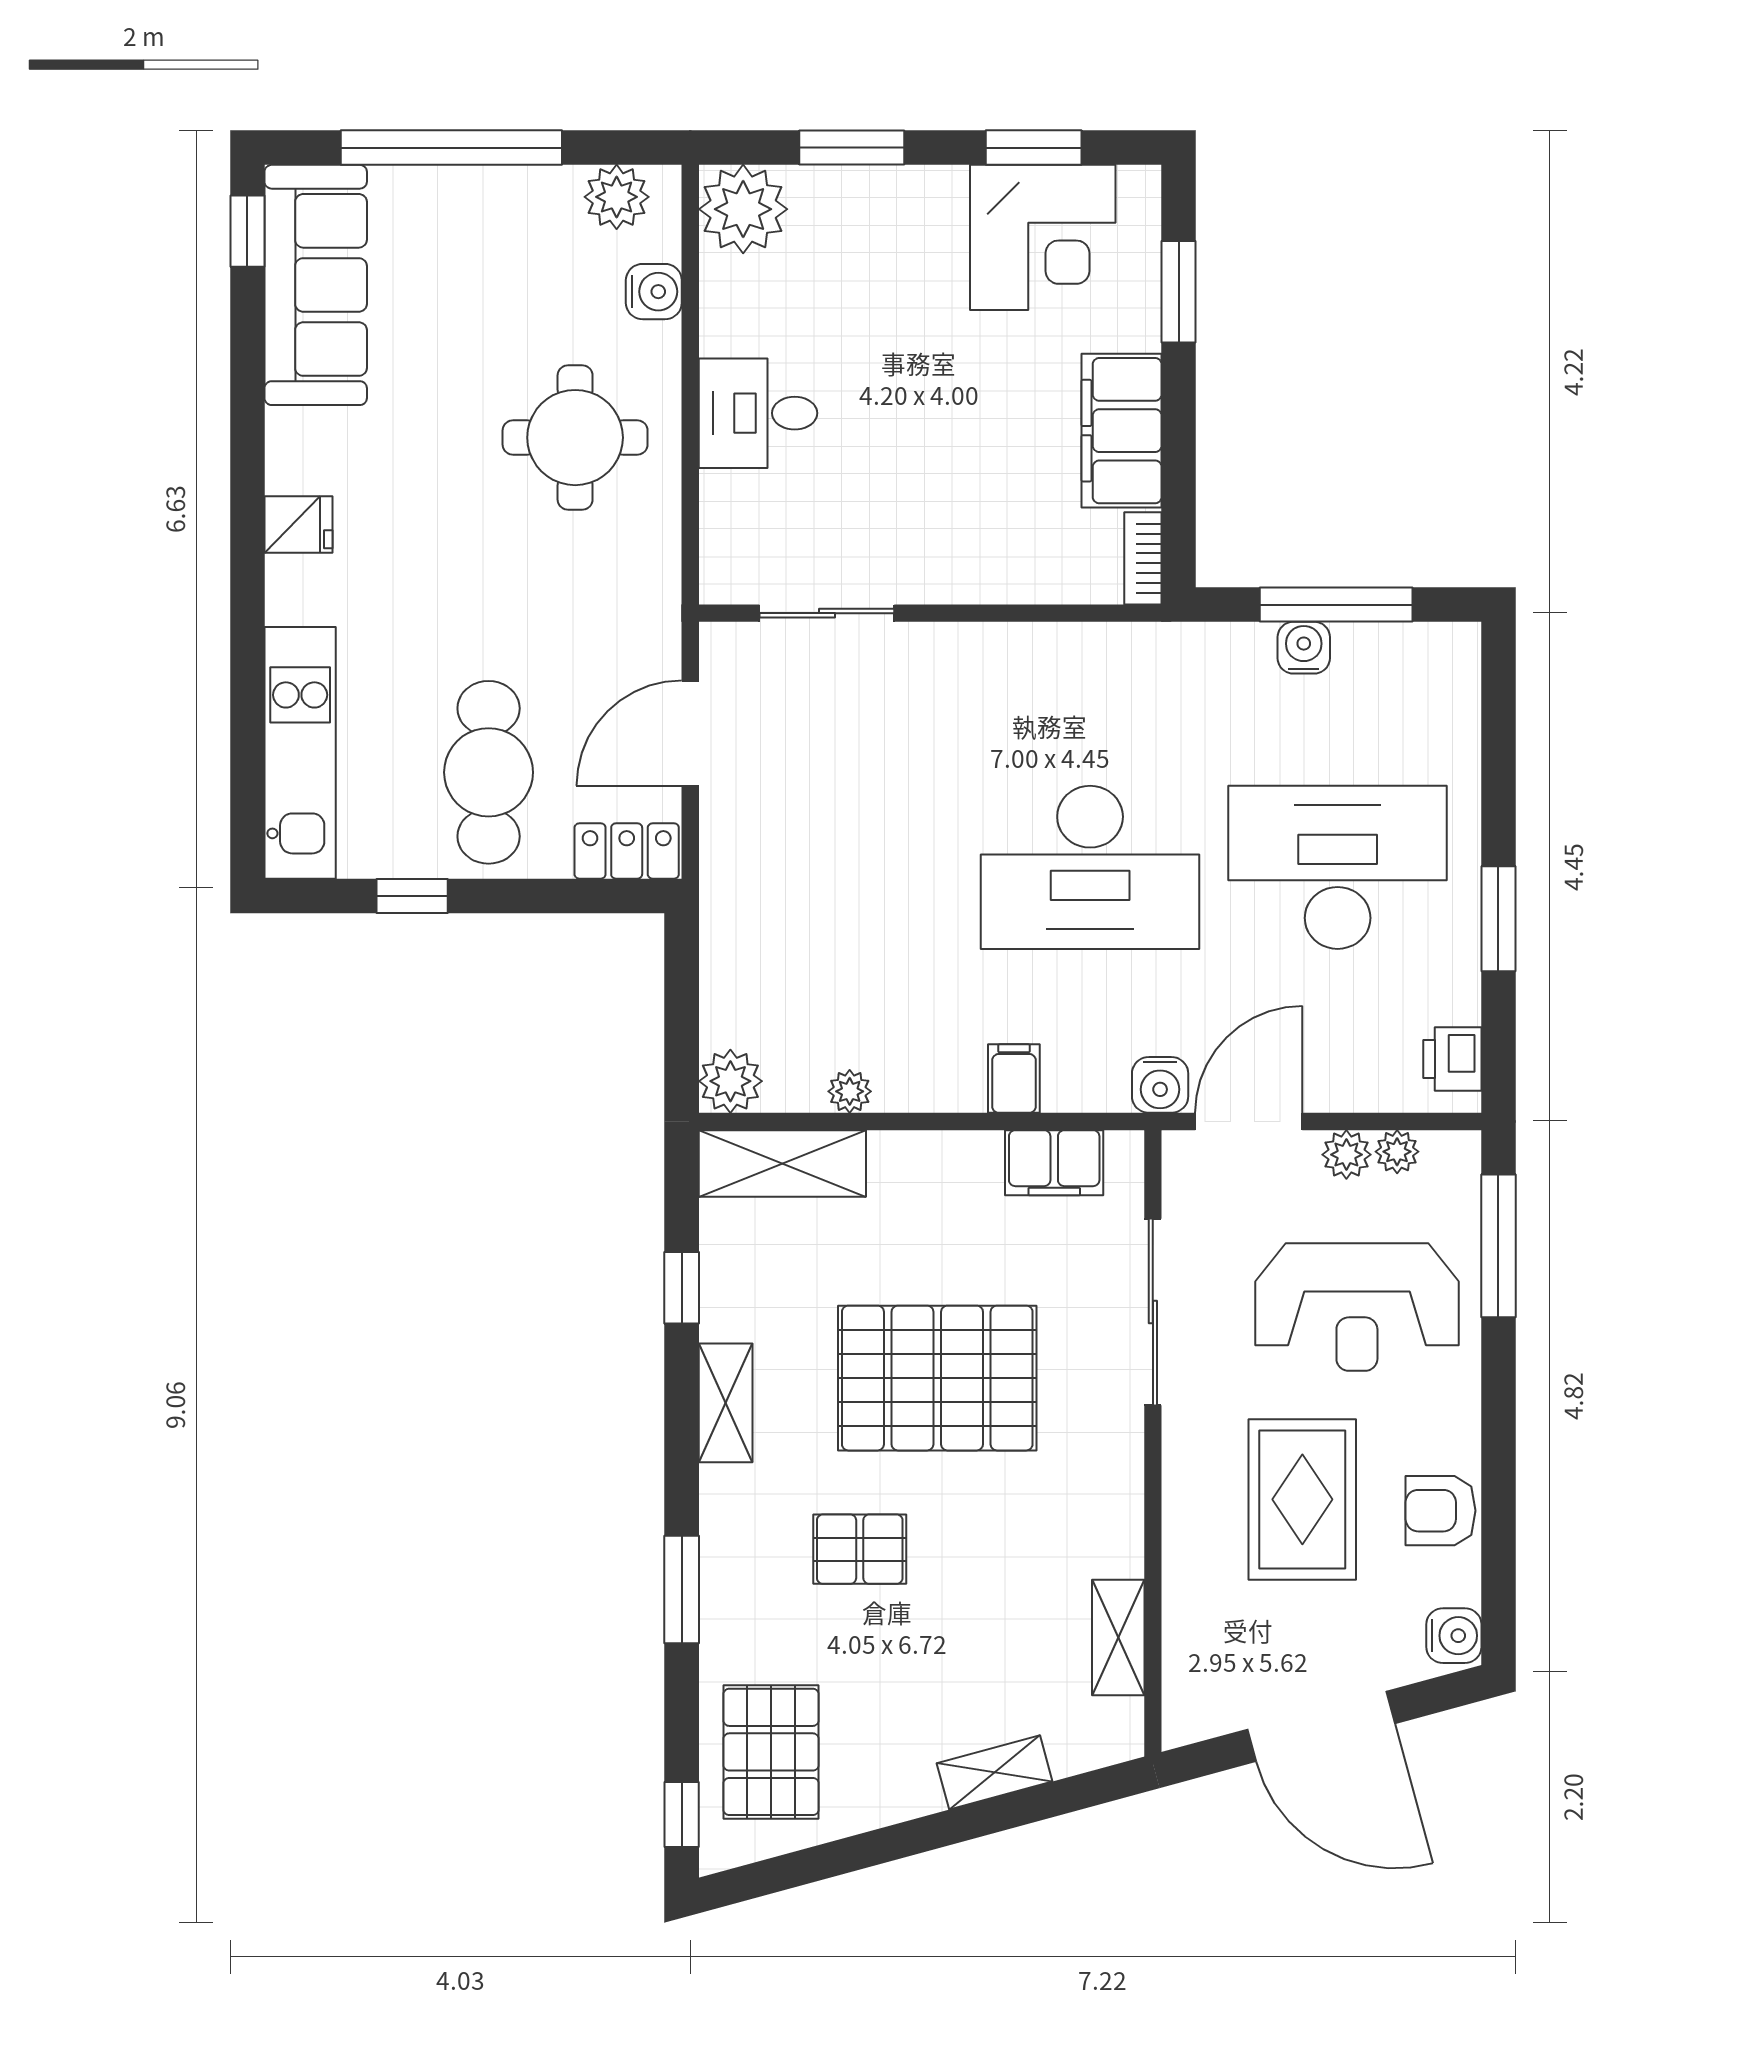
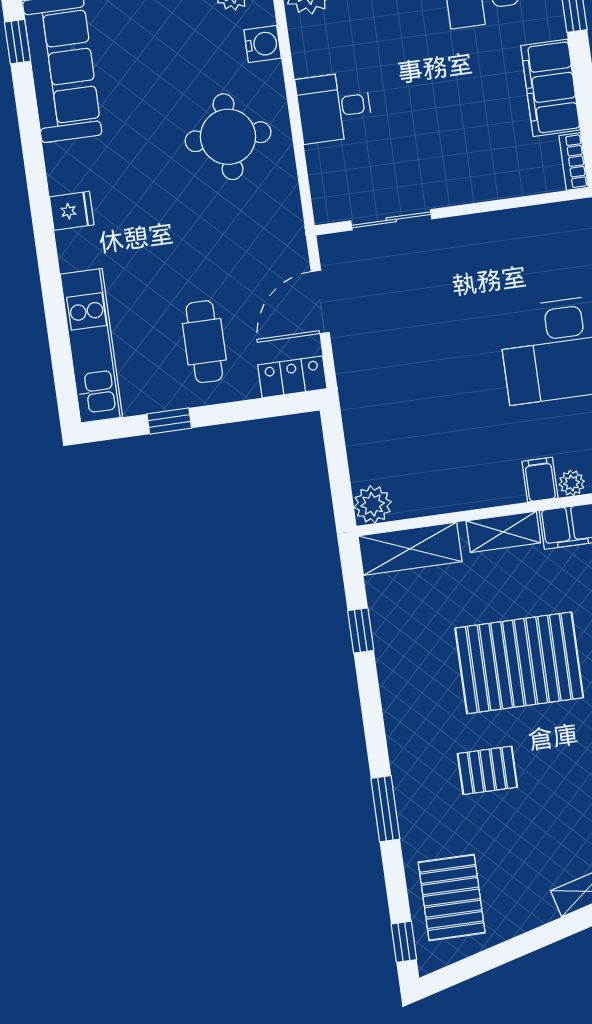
cafe table: (489, 772) -> (204, 342), width x0.73, depth x0.74
plant: (850, 1091) -> (572, 483), moved
shelving: (726, 1403) -> (503, 532), moved, turned 90

